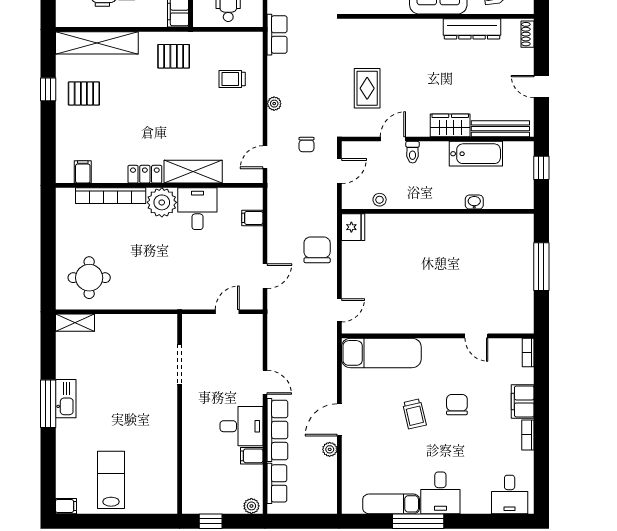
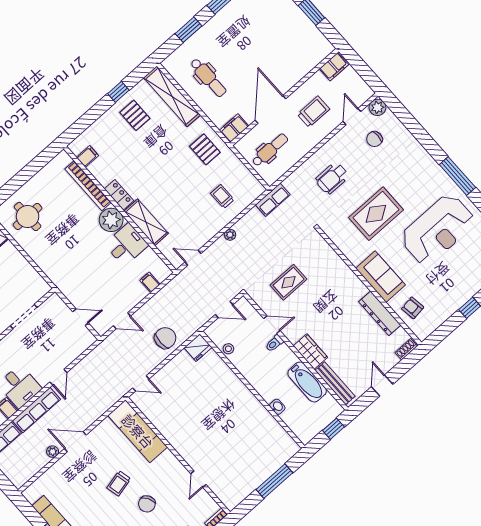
chair: (307, 145) -> (223, 276), removed
chair: (457, 405) -> (147, 504), turned 151

